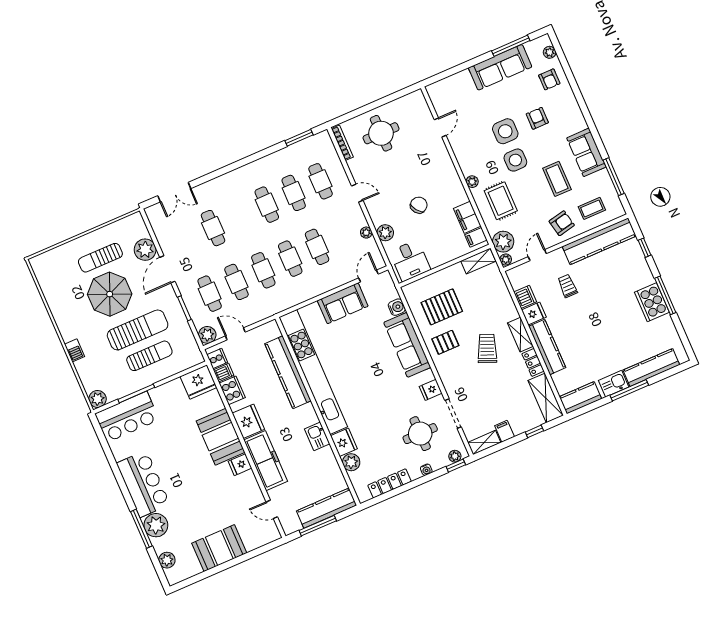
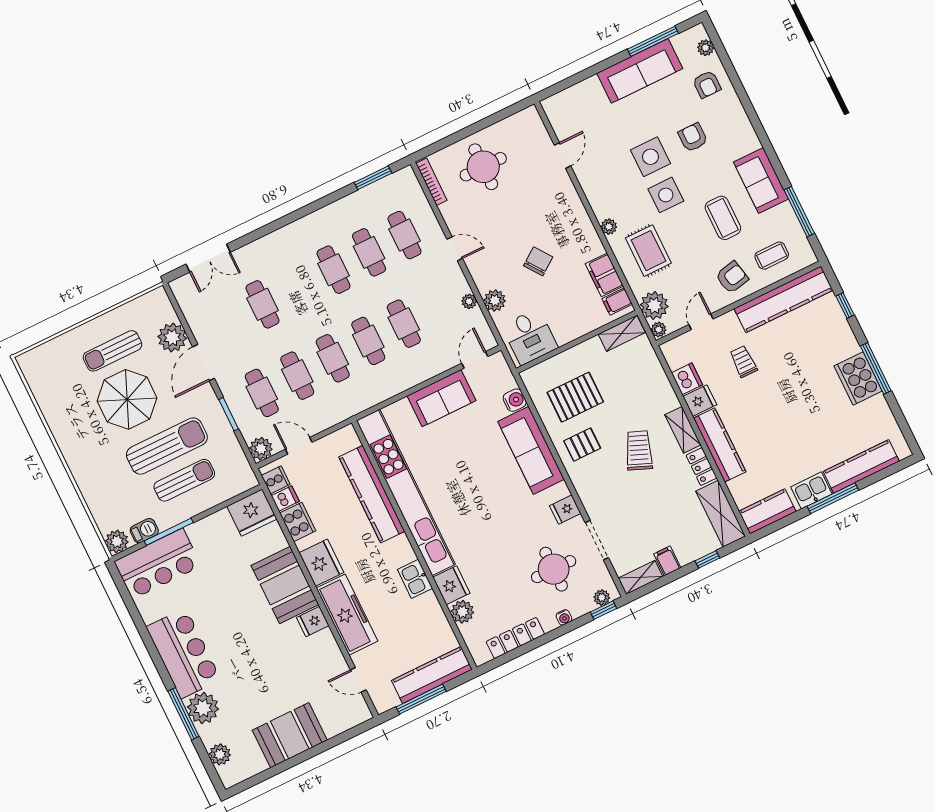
barbecue: (75, 350) -> (144, 531), moved, turned -90

